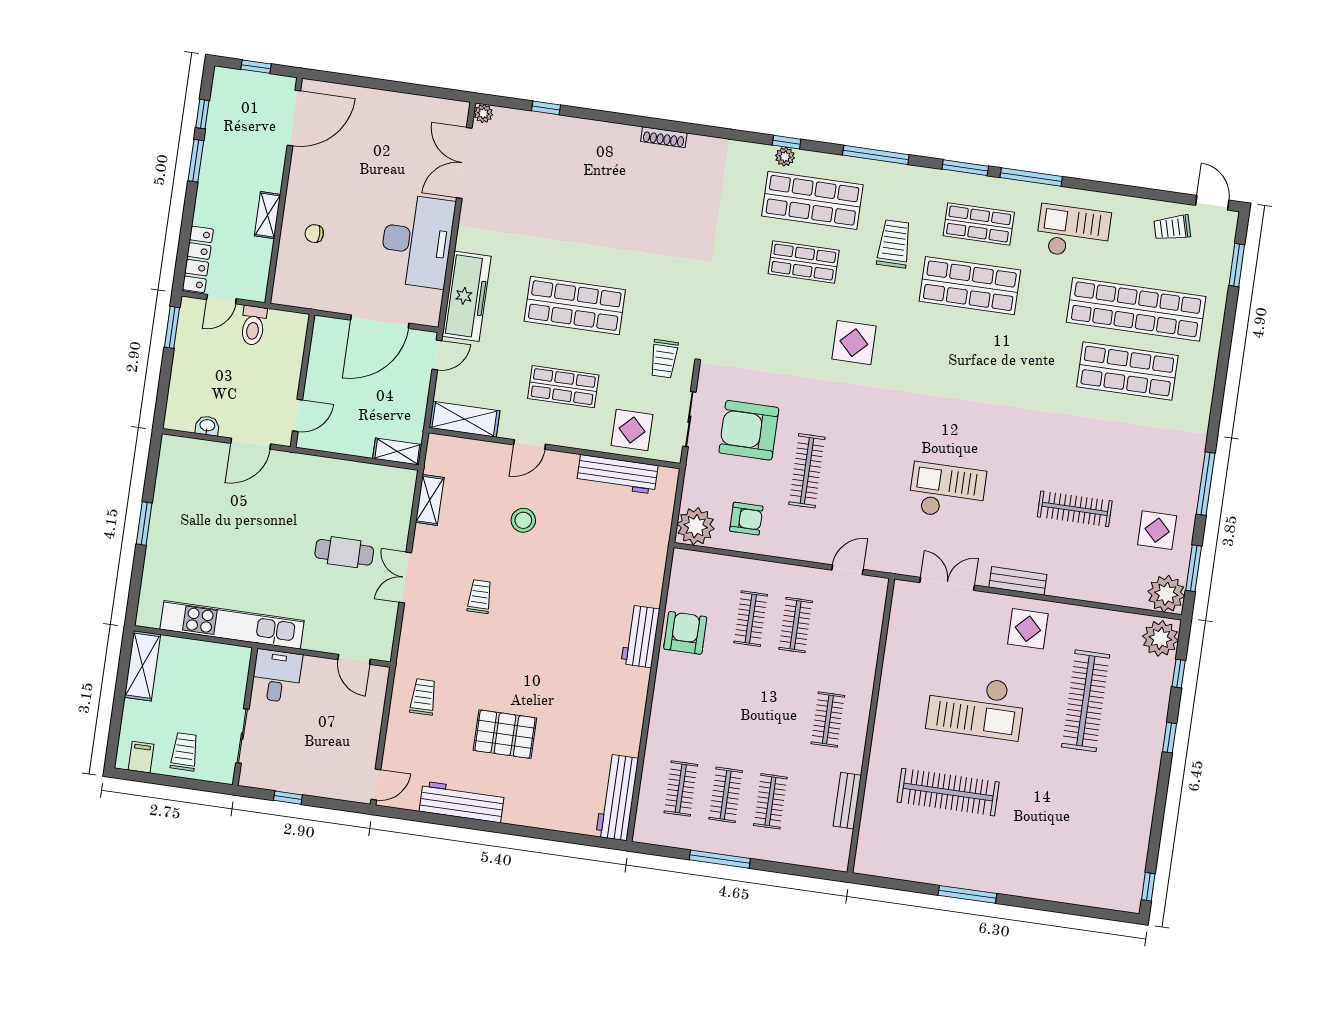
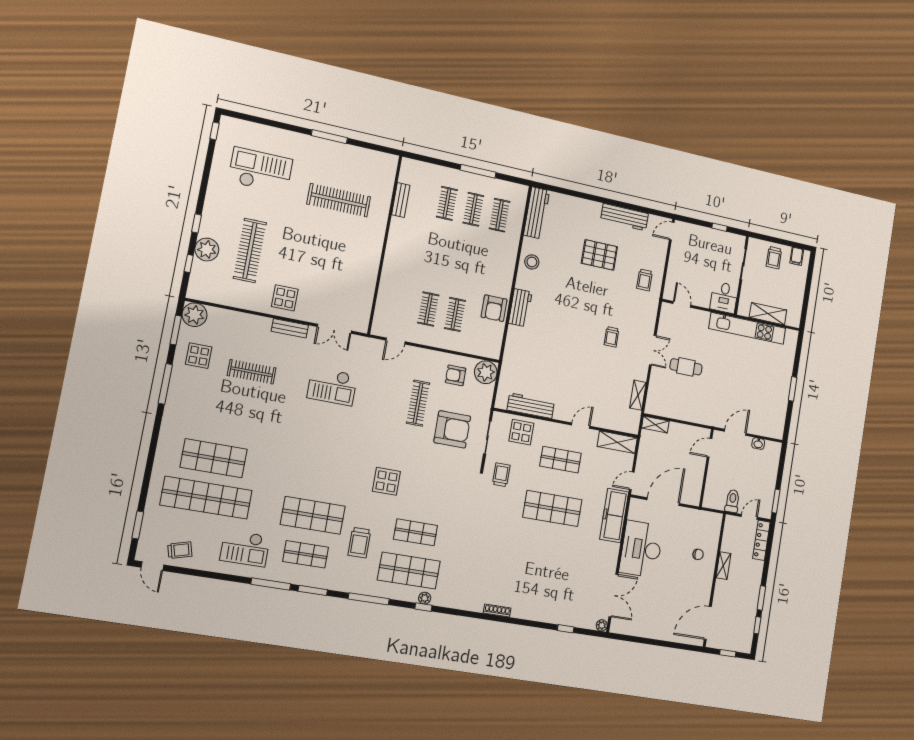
stool: (523, 520) -> (532, 262), moved
plant: (1160, 638) -> (207, 250), moved
shelving: (142, 666) -> (768, 314), moved, turned 90
checkout: (976, 706) -> (260, 171), moved
clothes rail: (828, 720) -> (411, 250), removed

